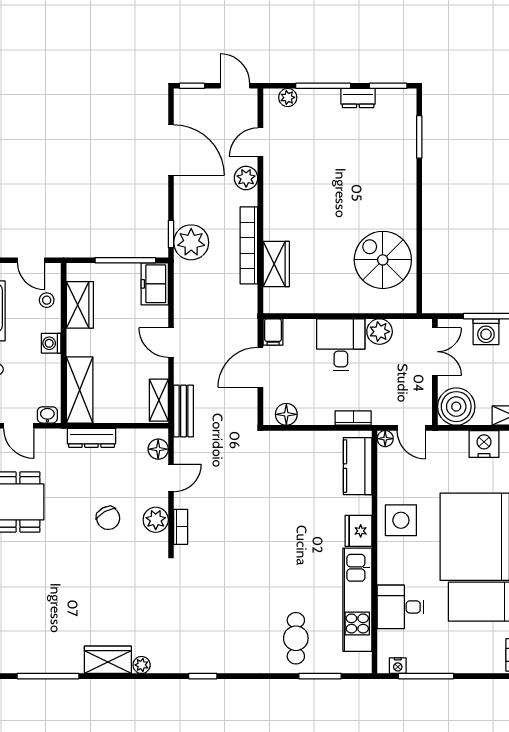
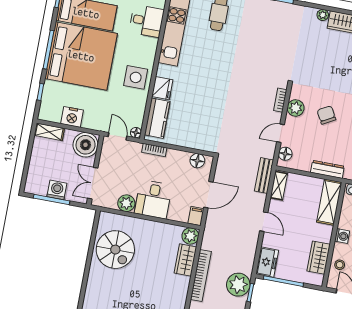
plant: (276, 301) -> (190, 236), added
fridge: (358, 531) -> (162, 88), moved

